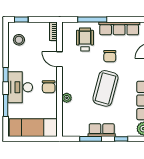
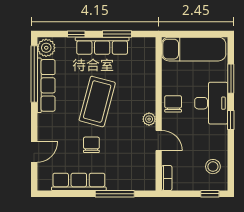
wheelchair: (85, 40) -> (125, 167), removed
plant: (67, 98) -> (149, 119), moved
row of seats: (102, 130) -> (102, 46), width x1.48

